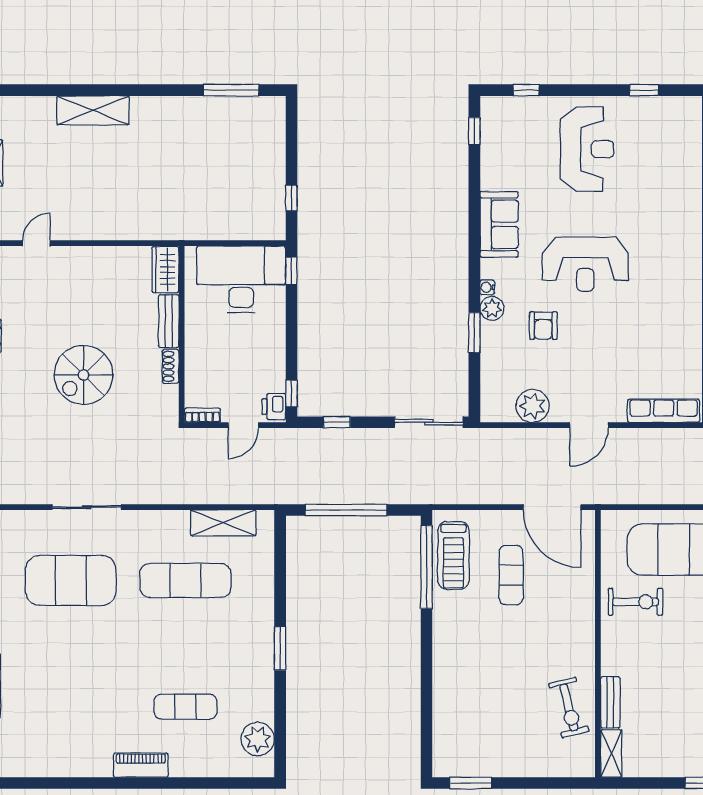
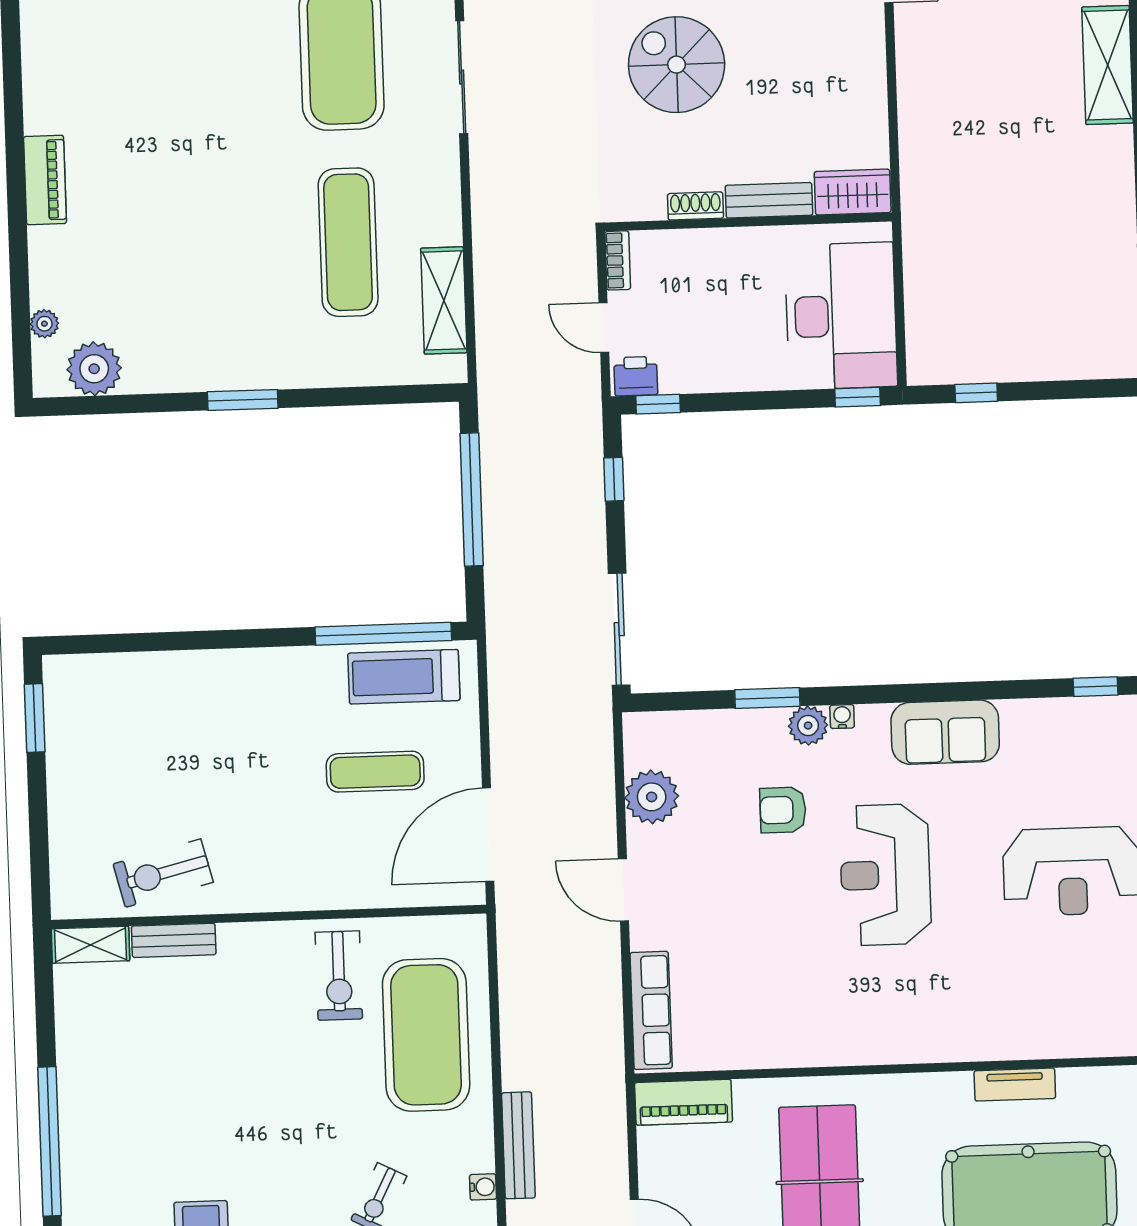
exercise mat: (185, 707) -> (143, 249), removed
plant: (229, 769) -> (44, 324), added

